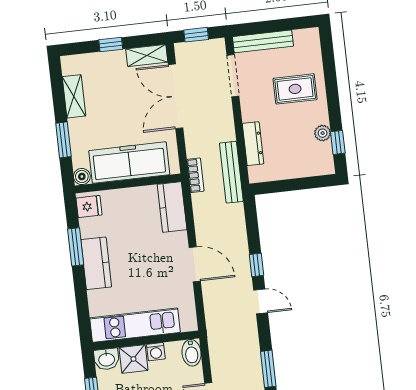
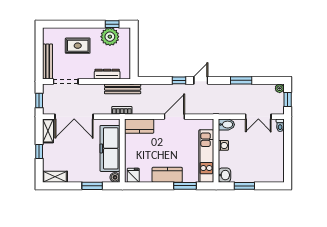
rug: (295, 89) -> (78, 46), turned 90
shelving: (74, 96) -> (55, 177), moved
plant: (323, 133) -> (110, 37), width x1.87, depth x1.87
window: (76, 247) -> (185, 186), moved
shower: (133, 359) -> (226, 159), removed

